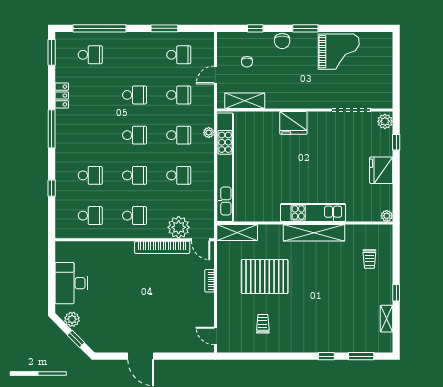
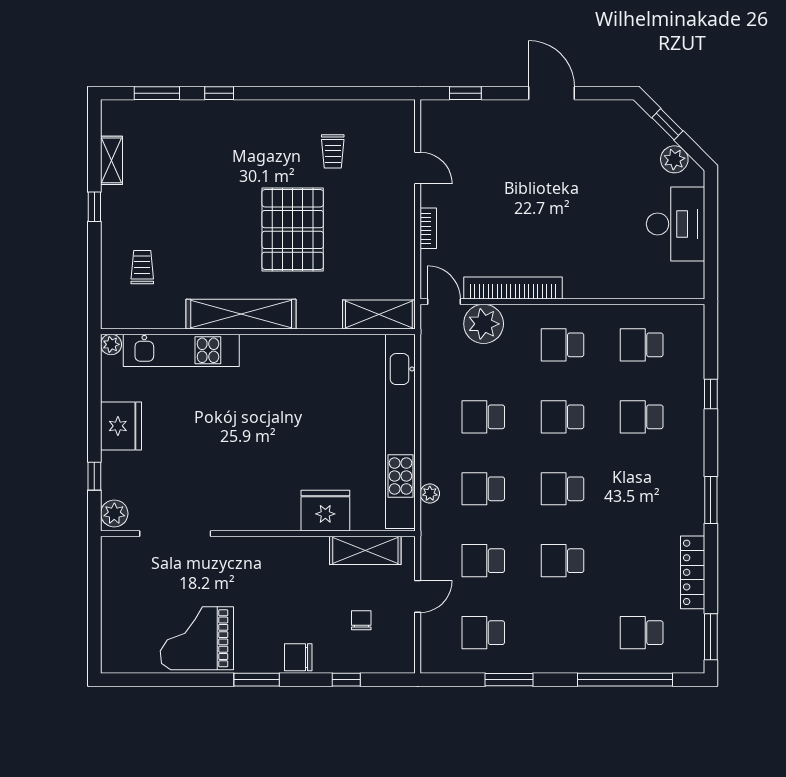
chair: (282, 41) -> (298, 657), turned -90
locker: (62, 95) -> (693, 572), width x1.53
fridge: (293, 123) -> (325, 511), moved
window: (52, 129) -> (711, 500), width x0.69
kitchen unit: (313, 213) -> (181, 350), moved
pallet: (265, 277) -> (293, 230), moved, turned 90
door: (215, 336) -> (418, 168), moved
window: (189, 356) -> (465, 93), added

